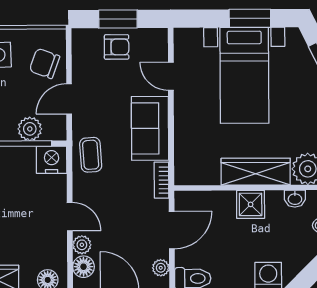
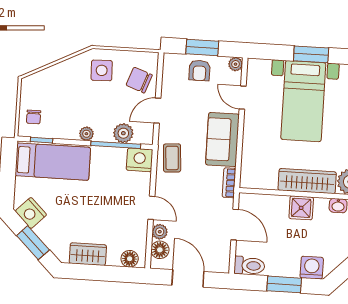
armchair: (117, 47) -> (199, 70), turned 90
door: (172, 230) -> (235, 225), hinge flipped
plant: (161, 268) -> (236, 64), moved

